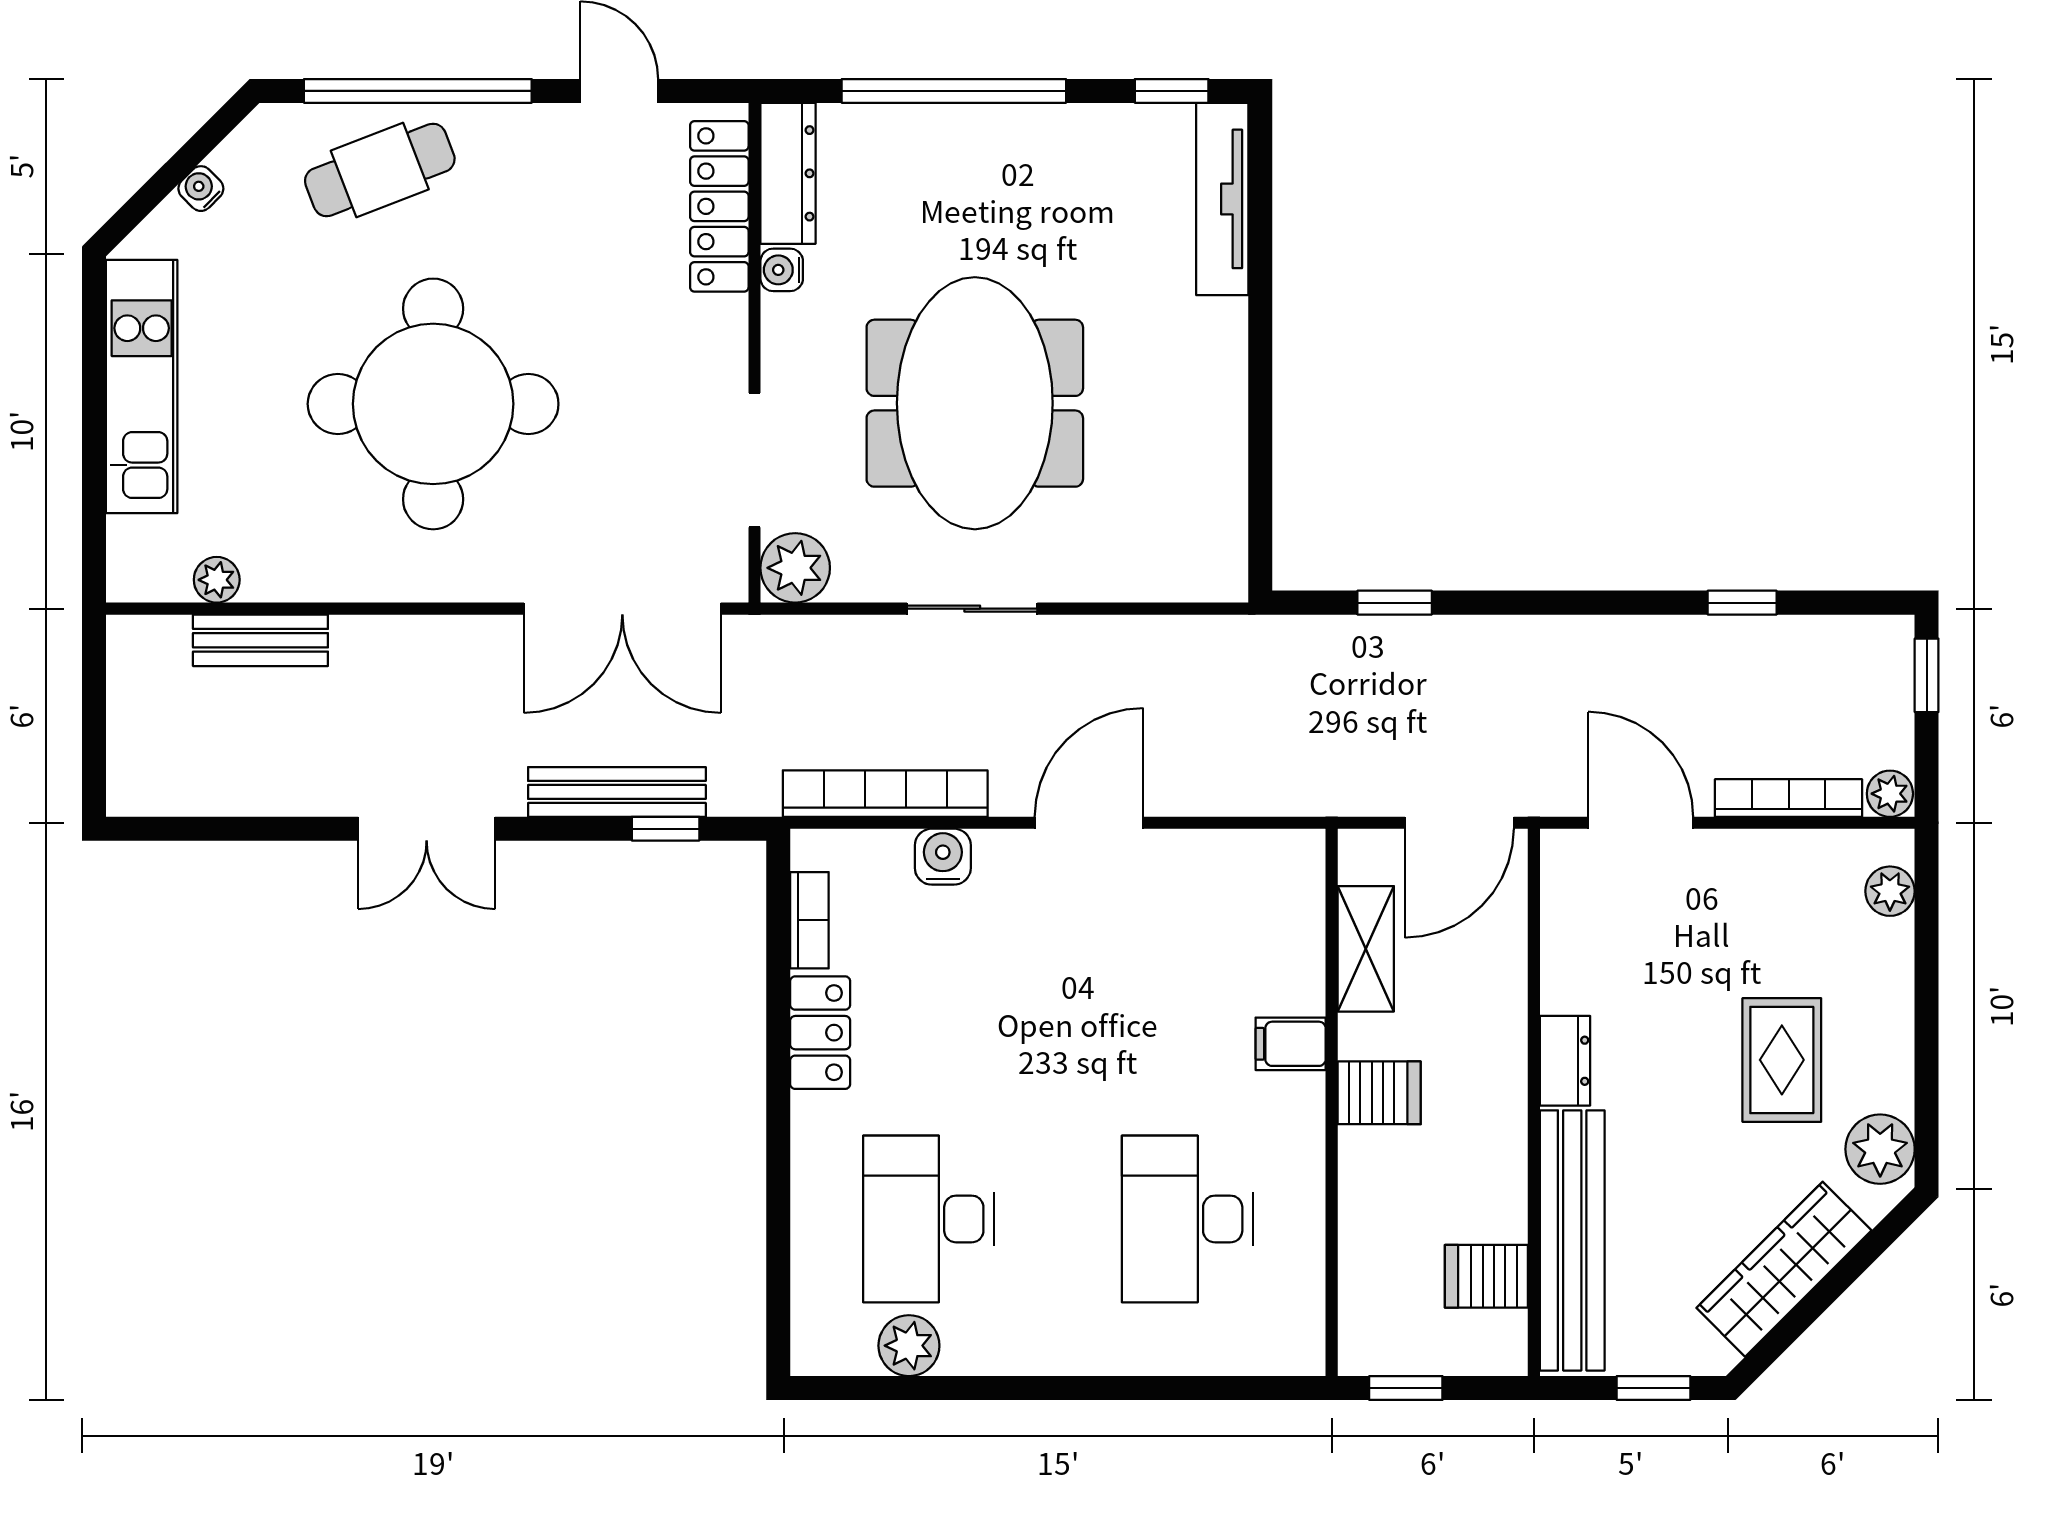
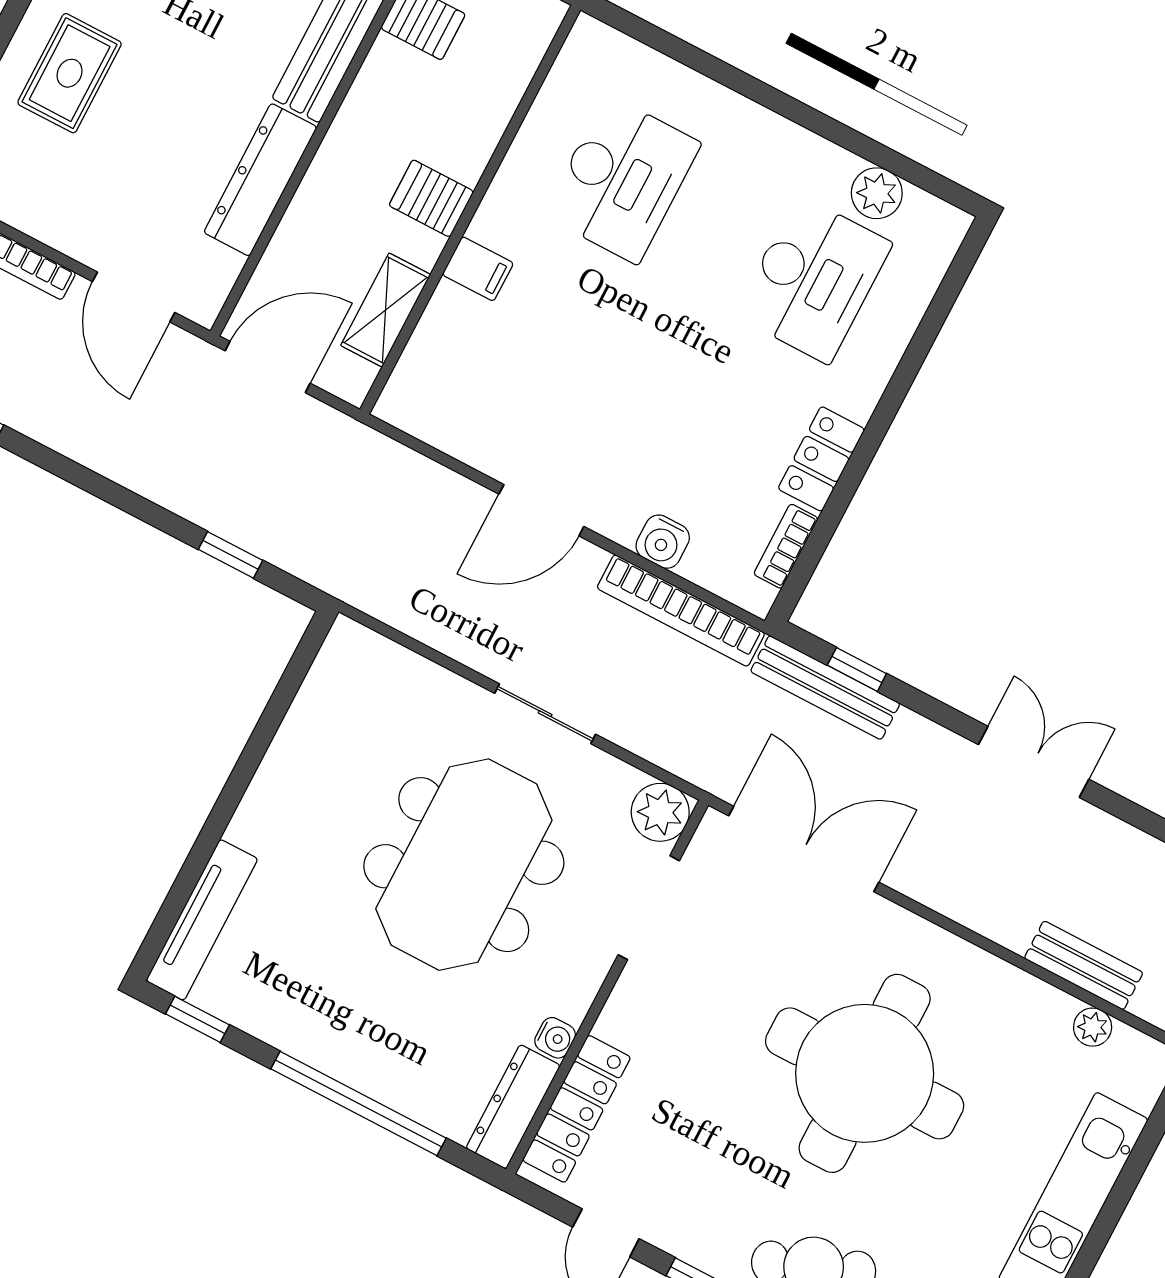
bench: (617, 792) -> (825, 688), moved
rug: (1782, 1060) -> (70, 73), moved
dresser: (1565, 1061) -> (260, 180), width x1.96, depth x1.24

